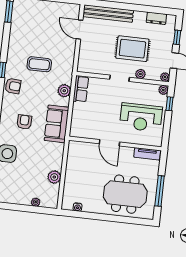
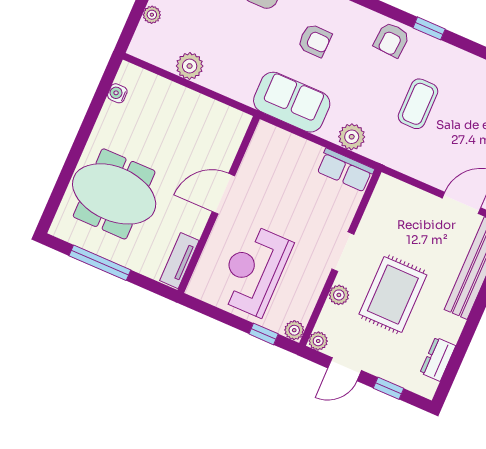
meeting table: (125, 194) -> (114, 194), turned 90

